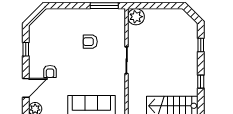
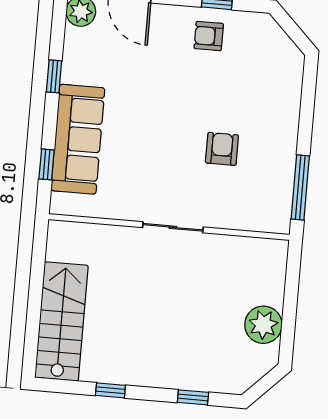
plant: (136, 17) -> (263, 325), moved
armchair: (50, 71) -> (209, 36), moved

